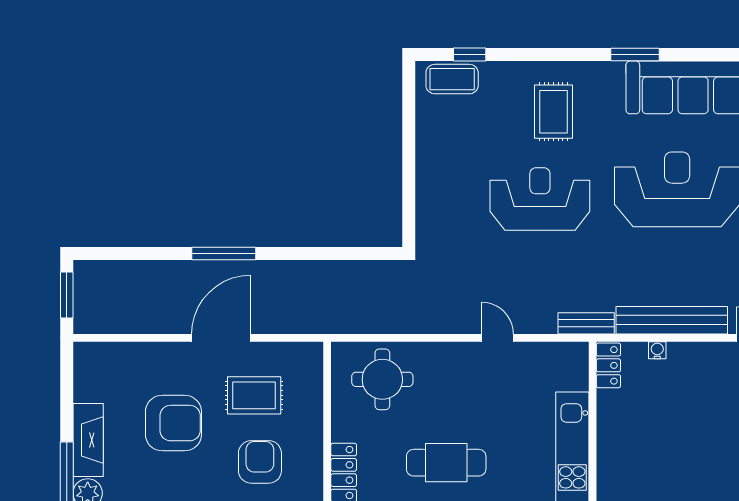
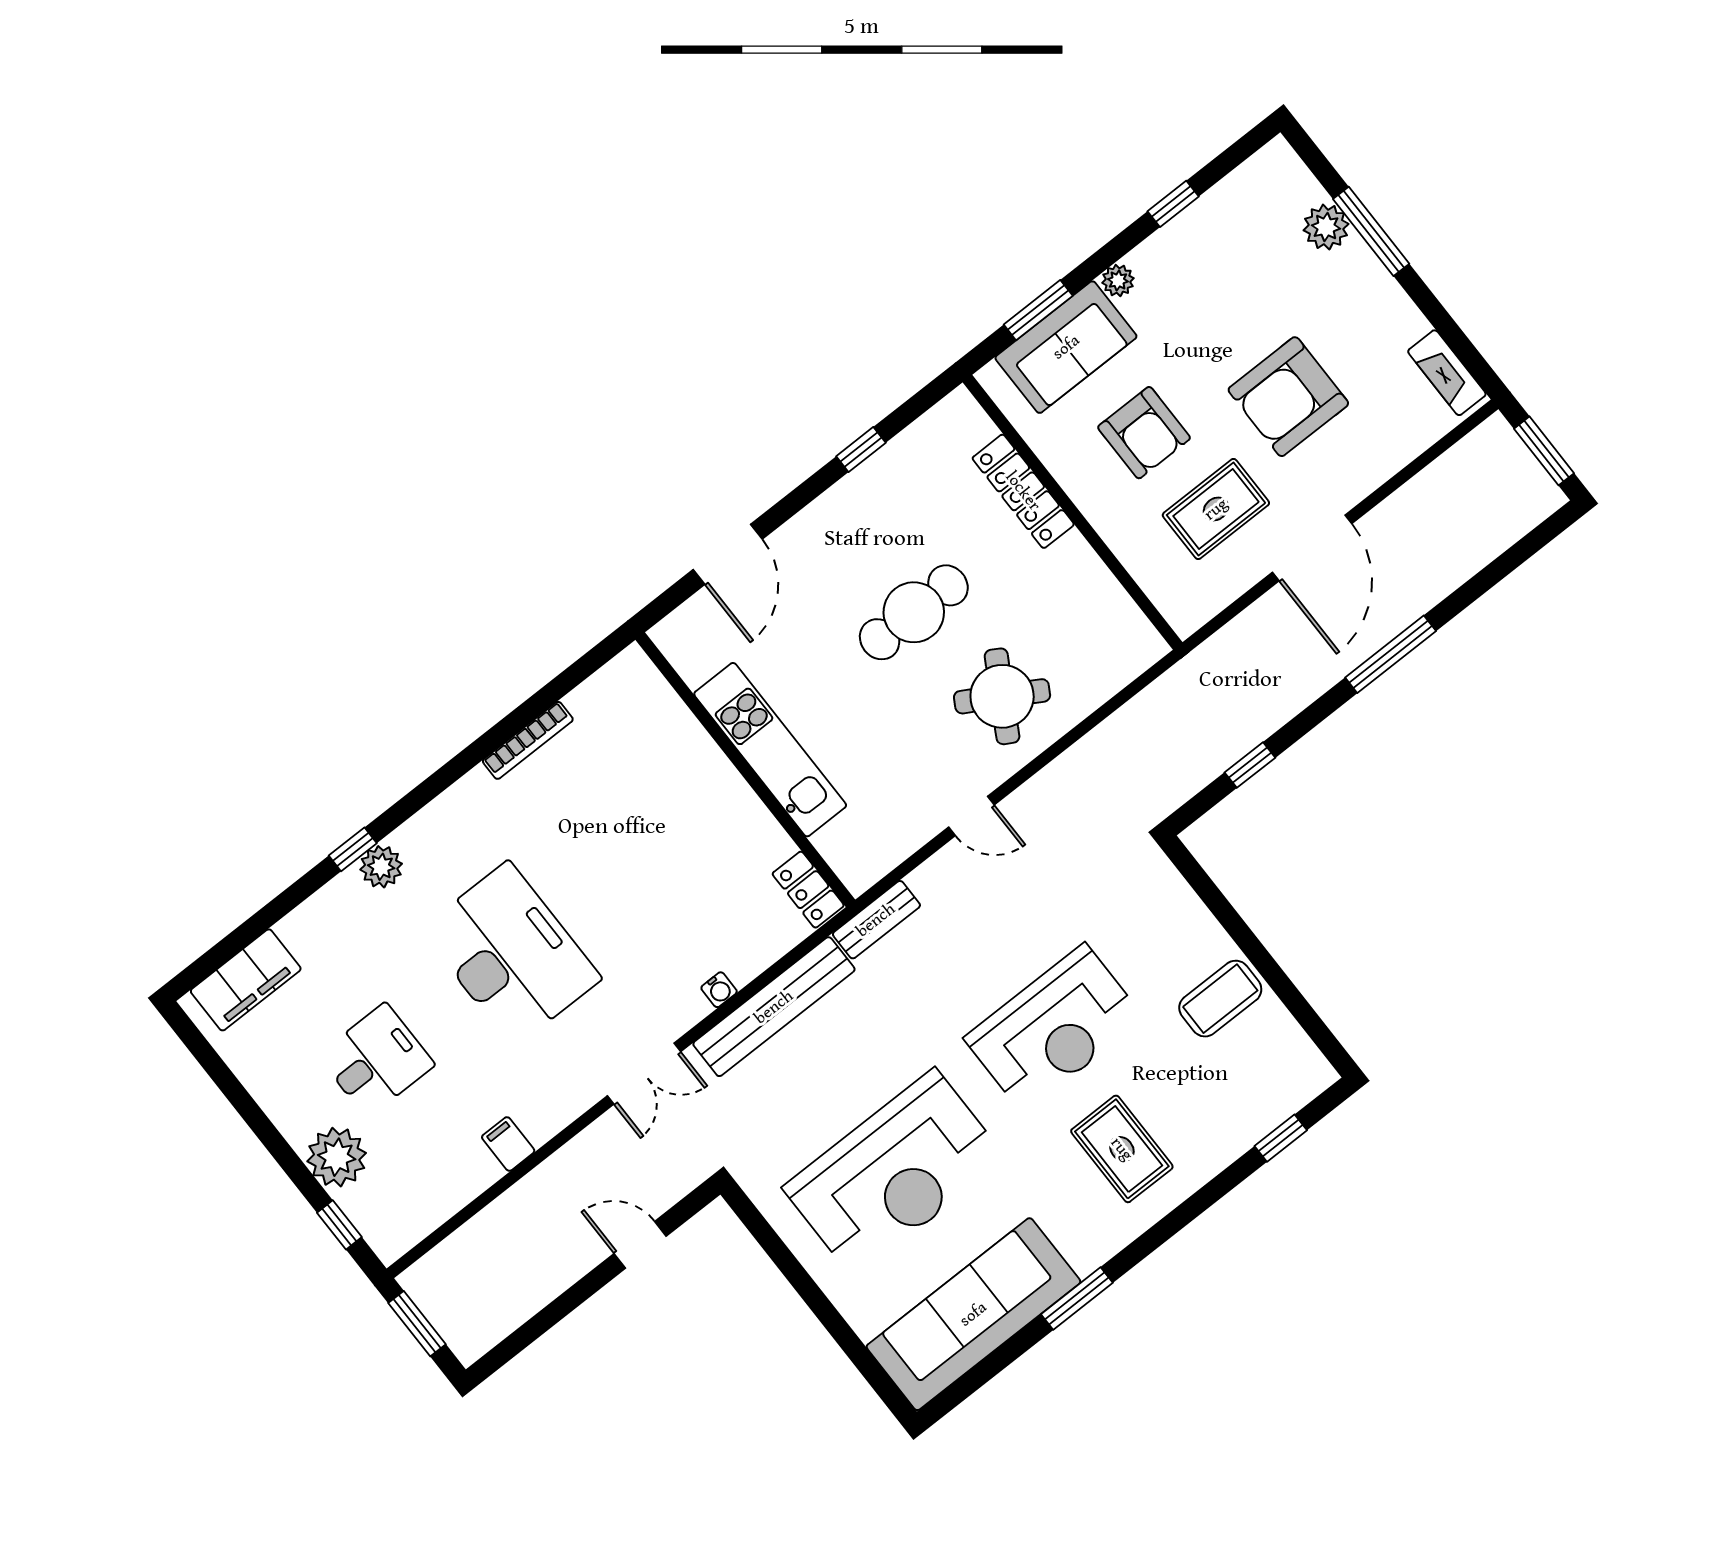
coffee table: (452, 79) -> (1220, 999), moved
window: (338, 254) -> (1250, 765), added
water cooler: (657, 350) -> (719, 990), moved
round table: (382, 379) -> (1002, 696), moved, turned 30
fireplace: (88, 440) -> (1447, 373), moved, width x0.73, depth x0.76

